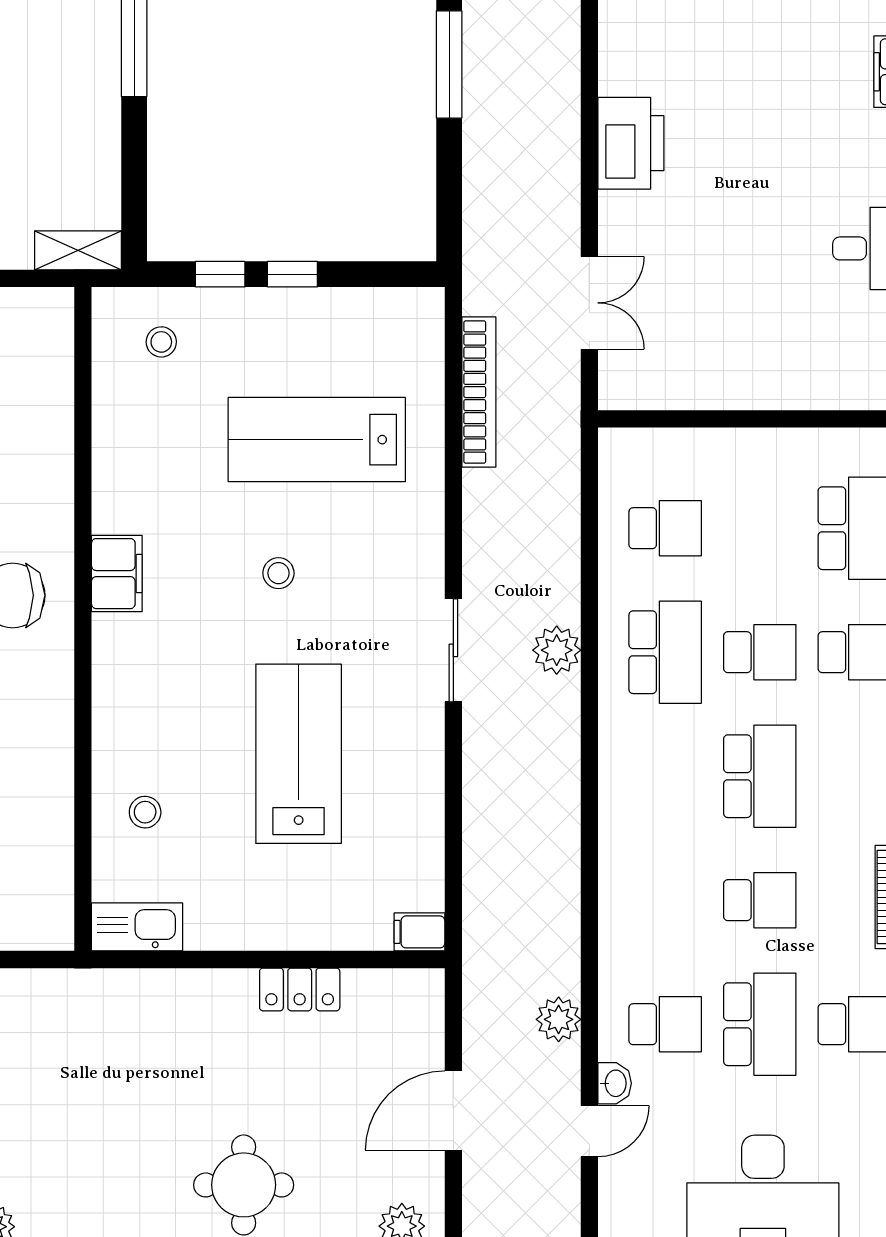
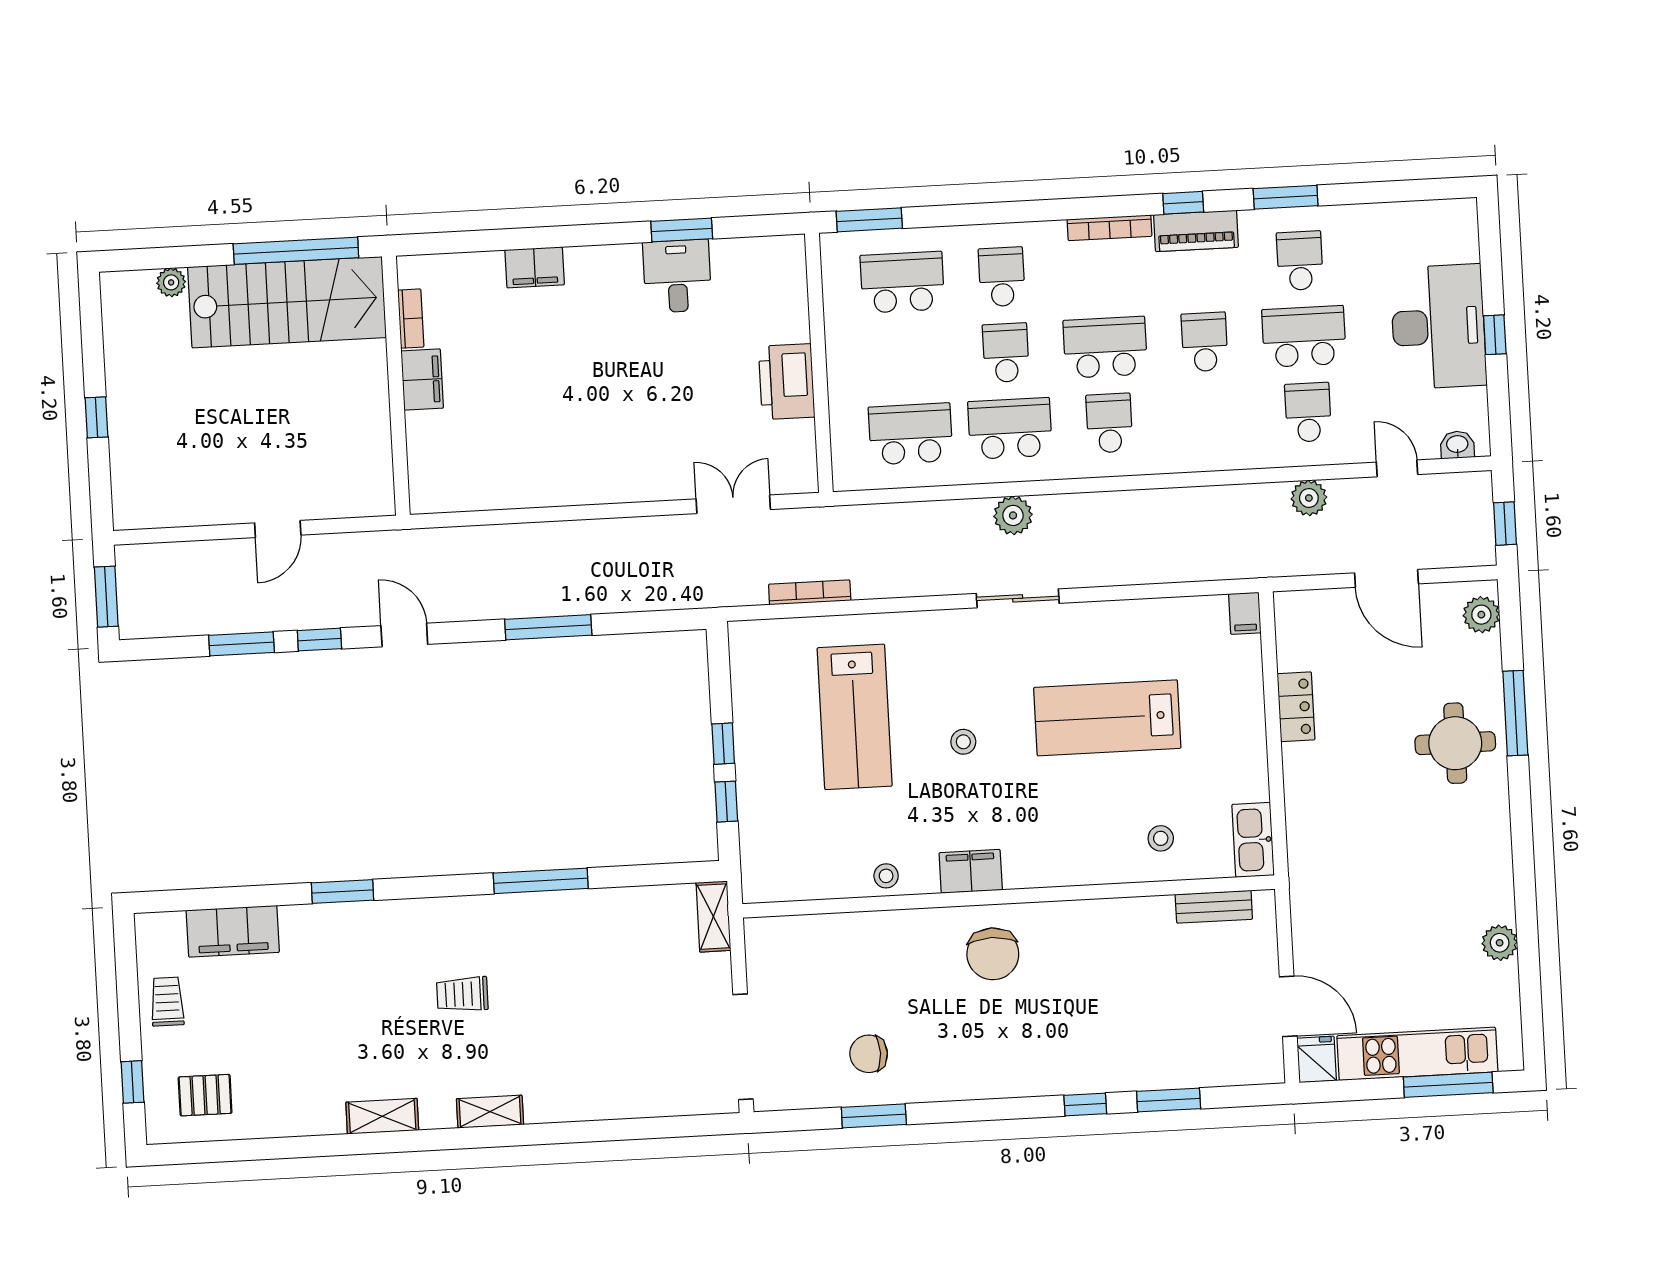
printer: (631, 143) -> (787, 382), moved, turned -90
stool: (161, 342) -> (886, 876), moved
bookcase: (479, 392) -> (810, 592), width x0.68, depth x0.76
school desk: (665, 528) -> (911, 434), width x1.85
school desk: (665, 776) -> (1109, 423), added
bench: (56, 874) -> (1214, 907), added
washbasin: (615, 1083) -> (1457, 445), moved

